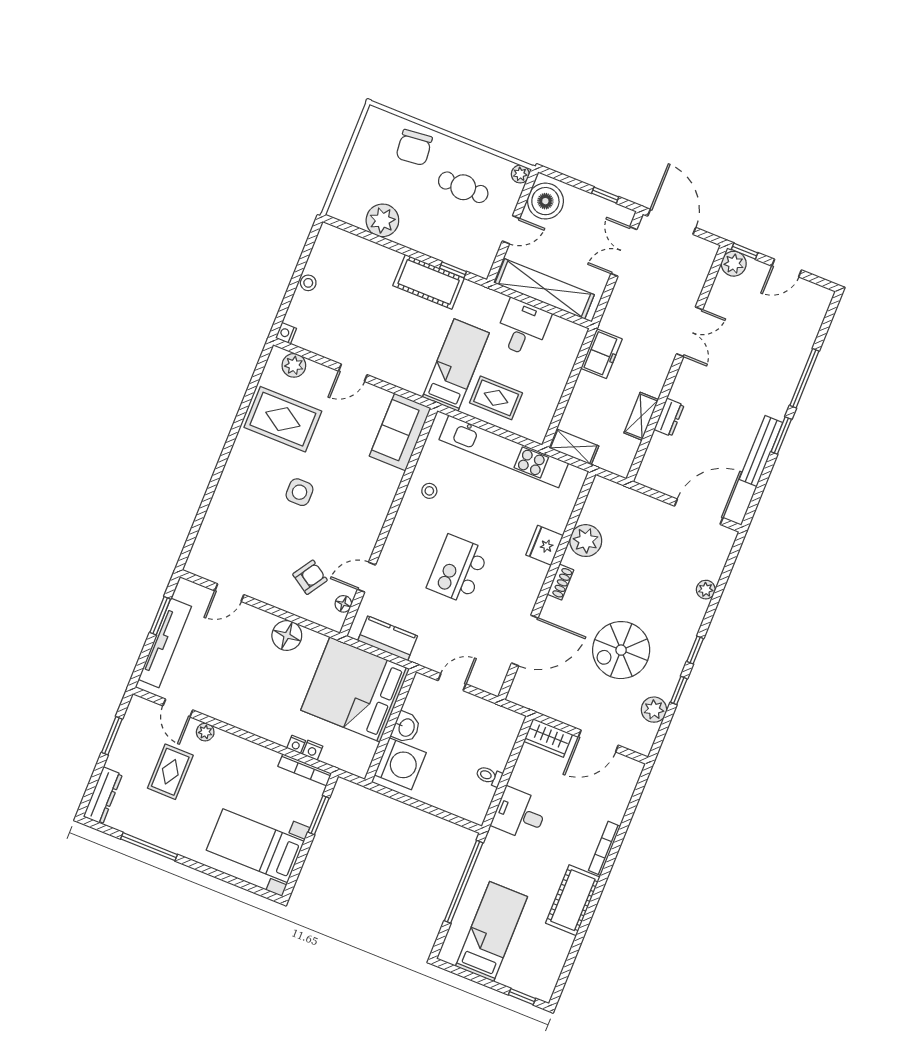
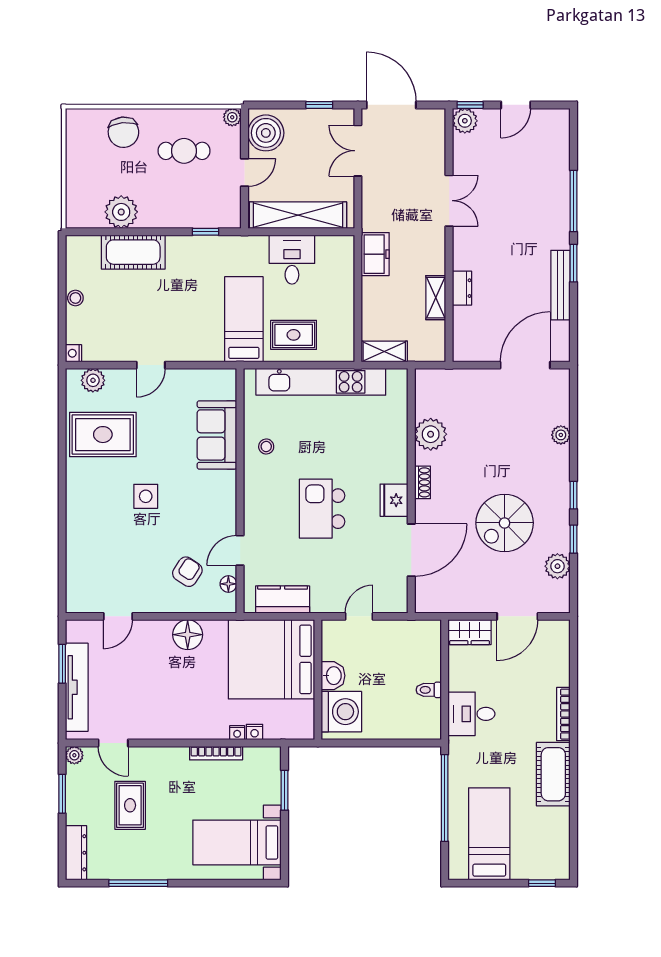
cot: (429, 282) -> (133, 252), moved
sofa: (400, 432) -> (217, 435), moved
fridge: (545, 545) -> (394, 500), moved
plant: (205, 732) -> (74, 755), moved
bookcase: (305, 770) -> (216, 753), moved

